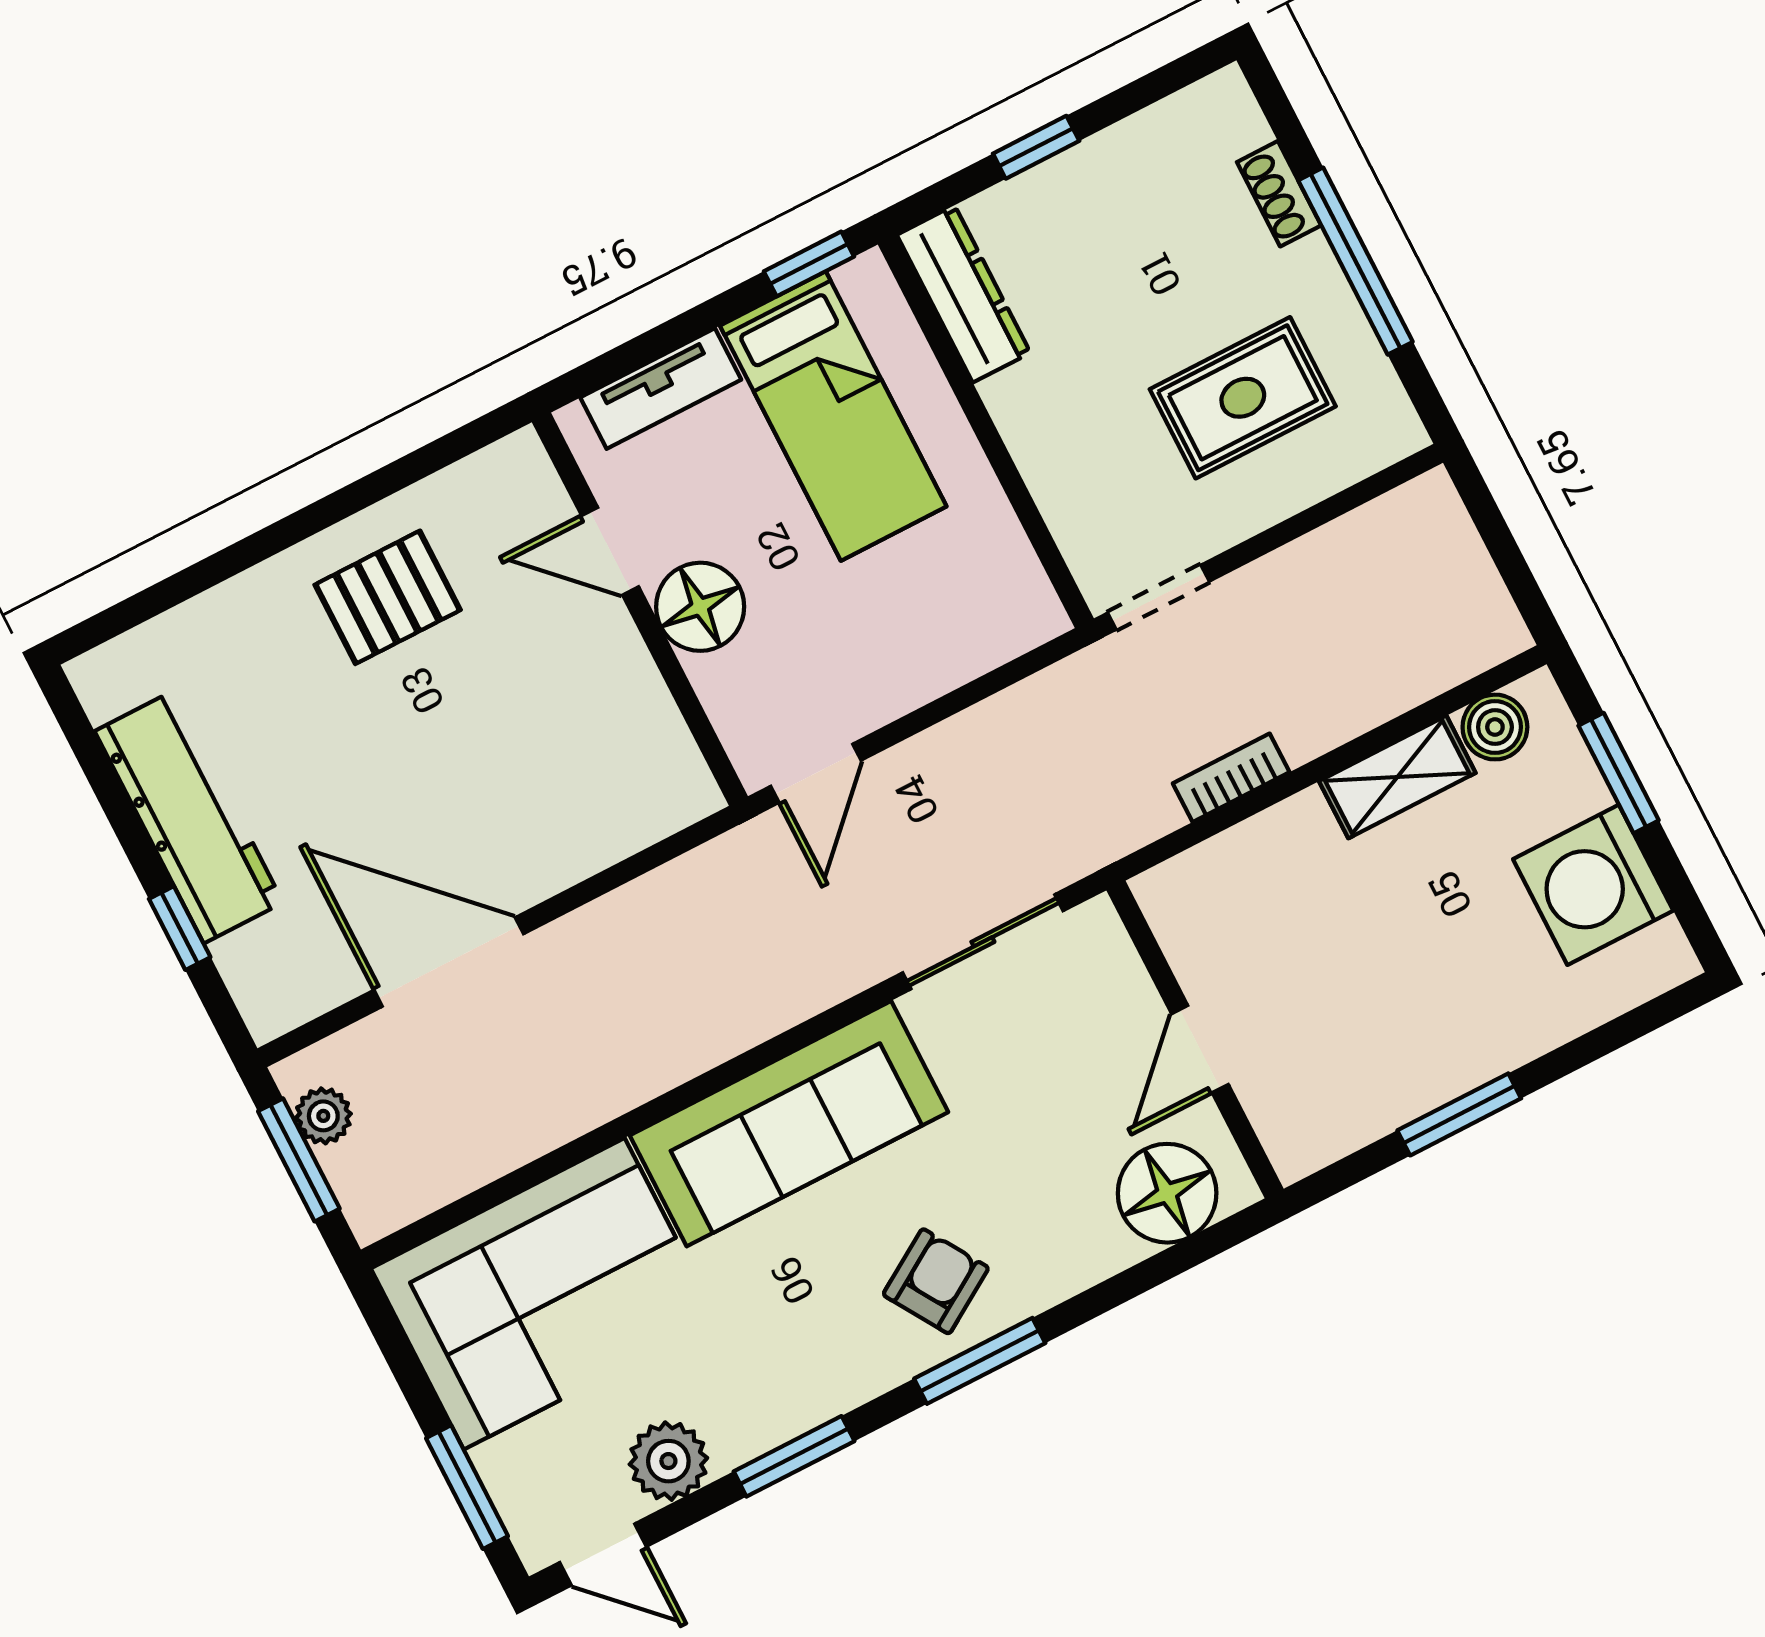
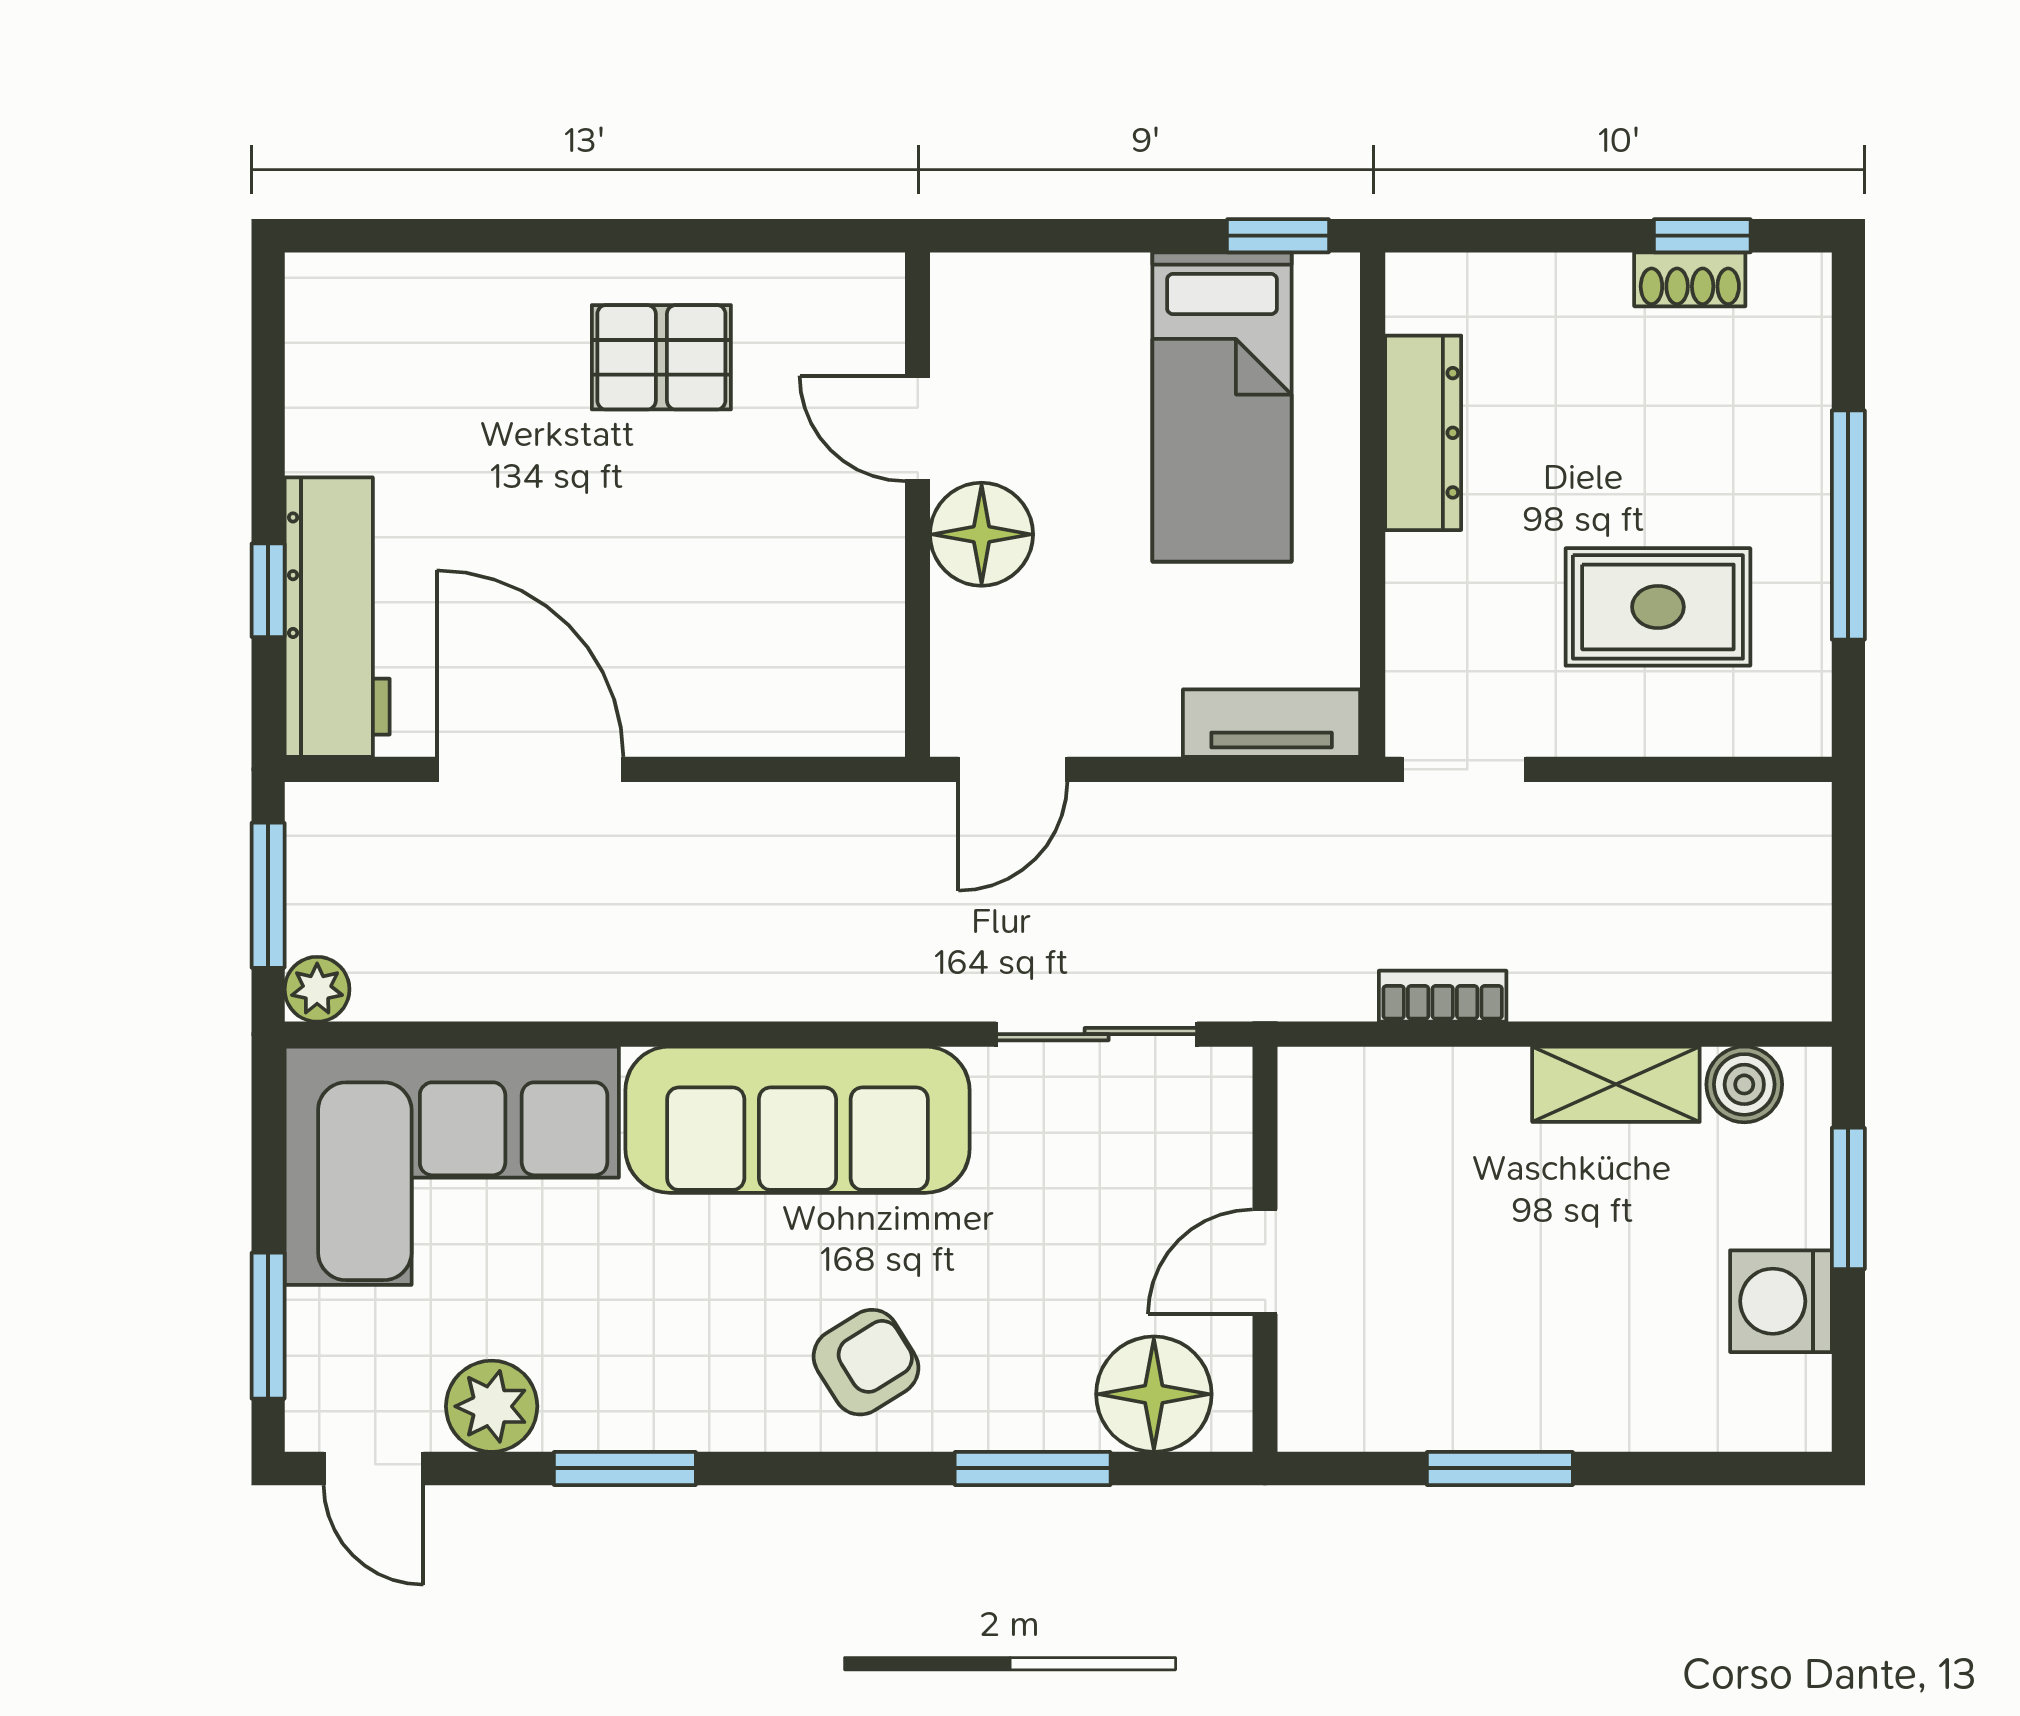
window: (1036, 147) -> (1702, 236), moved
shoe rack: (1279, 194) -> (1690, 279), moved, turned -90
dresser: (964, 294) -> (1423, 433), moved
tv unit: (661, 389) -> (1272, 723), moved, turned 180
workbench: (189, 817) -> (337, 617), moved
washing machine: (1593, 885) -> (1781, 1301), width x0.73, depth x0.73
plant: (323, 1116) -> (317, 989), moved
window: (980, 1361) -> (1033, 1468), moved

